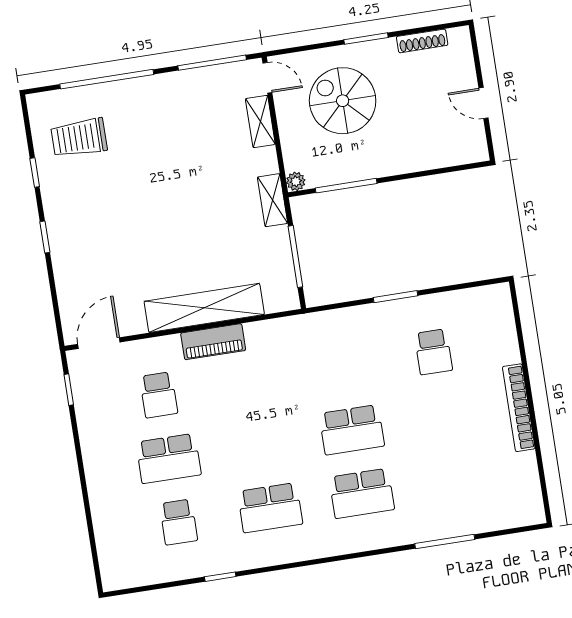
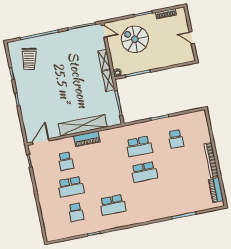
shelving: (260, 121) -> (104, 60), moved
trolley: (79, 138) -> (29, 59), turned -78
piano: (527, 482) -> (216, 190), added
school desk: (362, 493) -> (139, 146), moved

